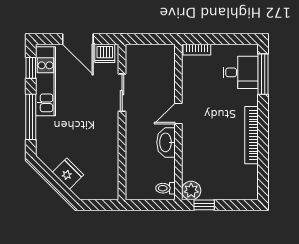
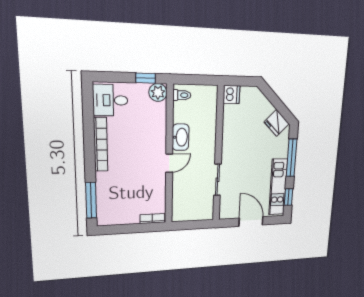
dishwasher: (105, 53) -> (231, 95), moved, turned 90
desk: (241, 72) -> (110, 100), moved
fridge: (68, 174) -> (277, 123), moved

